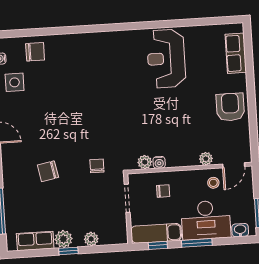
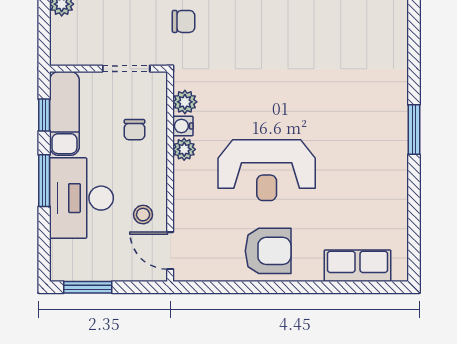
window: (153, 25) -> (414, 130), added
reception desk: (166, 59) -> (267, 170), moved, turned 180
plant: (206, 159) -> (184, 149), moved
washbasin: (240, 230) -> (61, 254), removed

